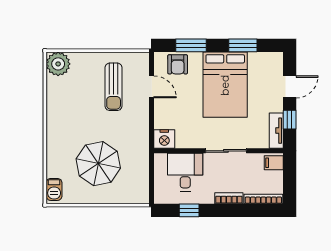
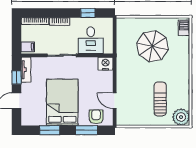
sun lounger: (114, 87) -> (160, 99), moved

